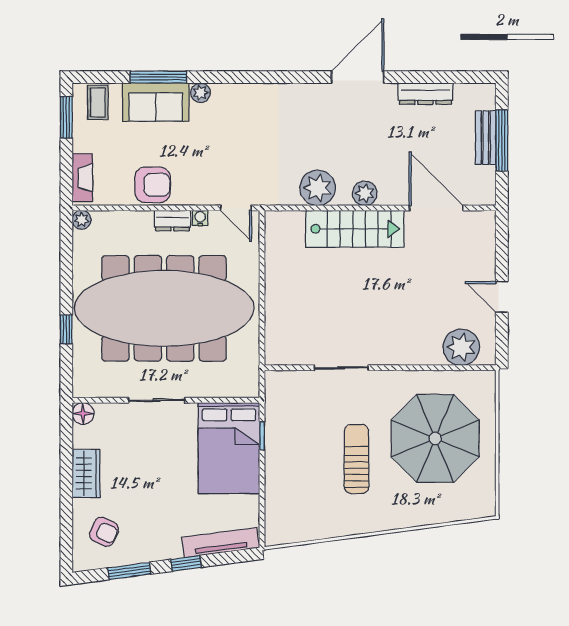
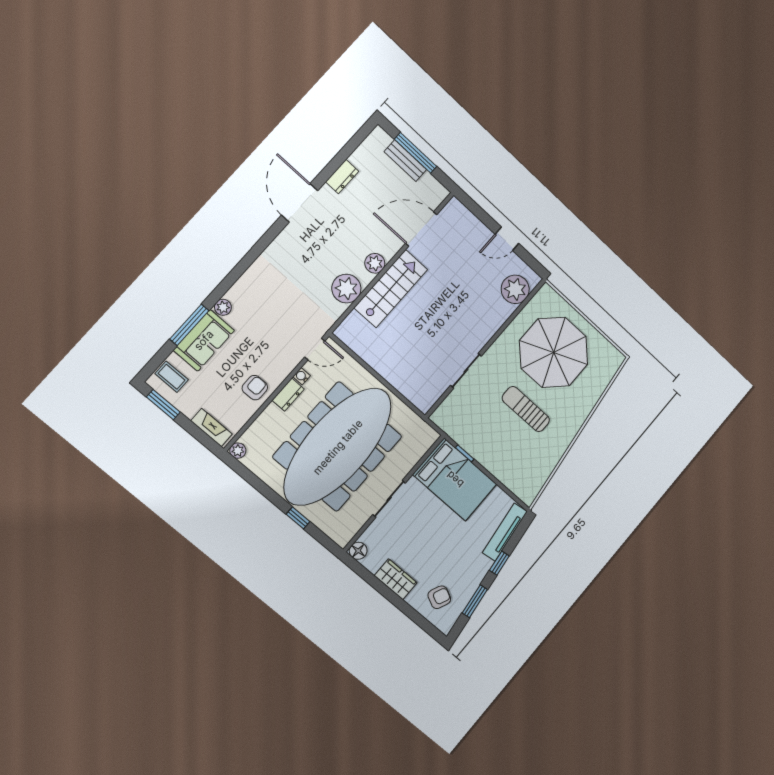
dresser: (425, 94) -> (342, 177), width x0.70
armchair: (153, 185) -> (255, 388), width x0.72, depth x0.72

